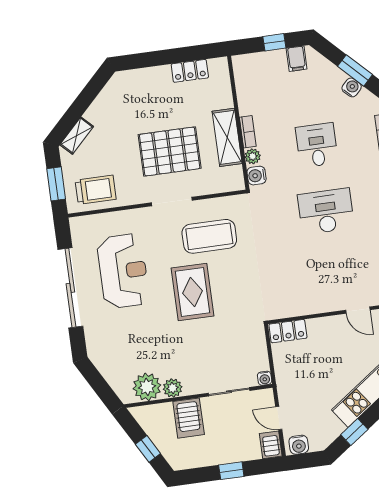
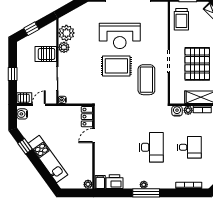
reception desk: (123, 271) -> (120, 36), moved
door: (358, 310) -> (93, 136), moved

